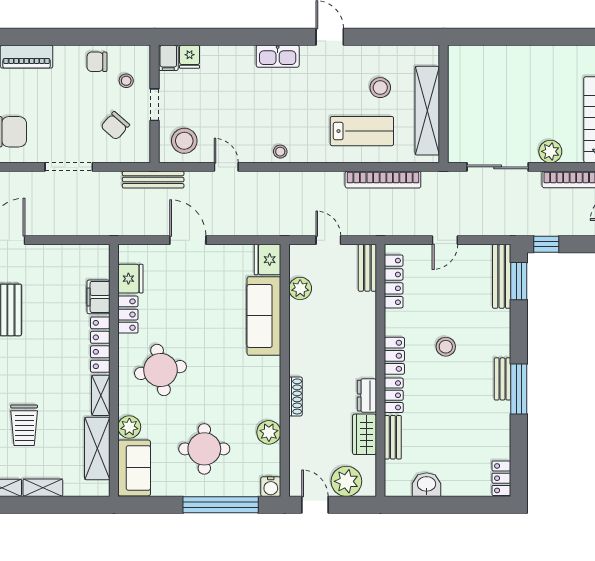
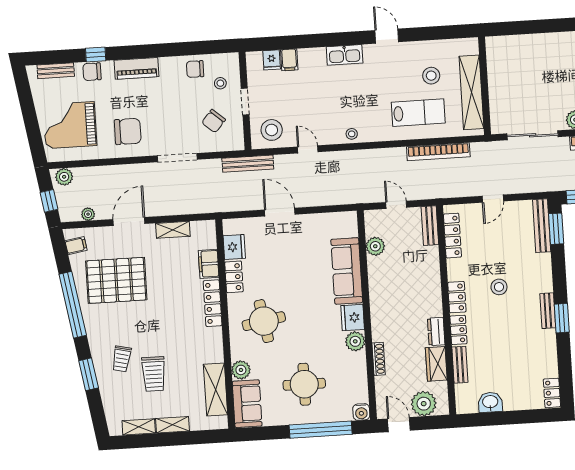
filing cabinet: (168, 58) -> (289, 60), moved
fridge: (268, 260) -> (353, 318), moved
window: (519, 389) -> (562, 318), width x0.69
shelving: (101, 395) -> (173, 230), moved, turned 90
shoe rack: (296, 396) -> (379, 359), moved
plant: (269, 432) -> (355, 341), moved

